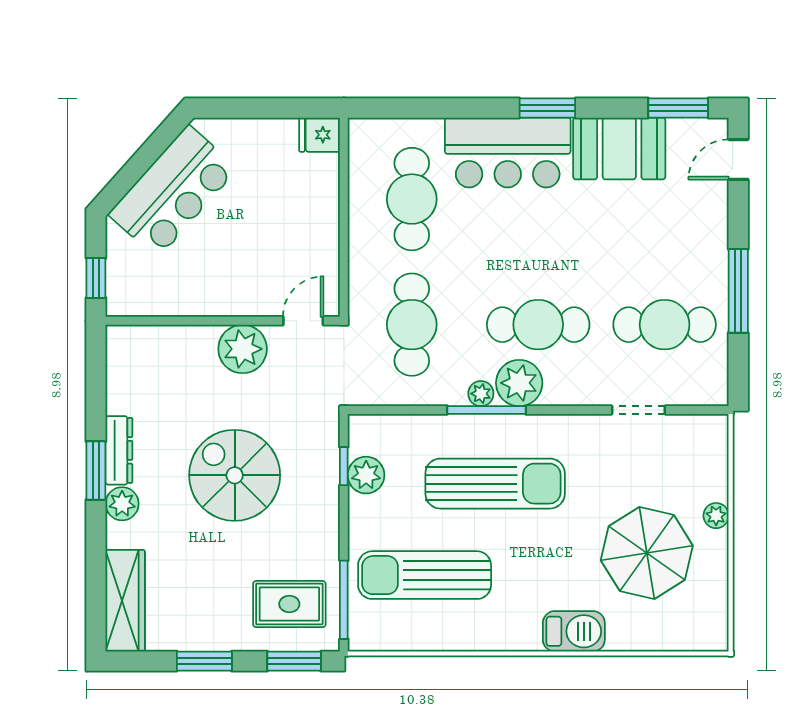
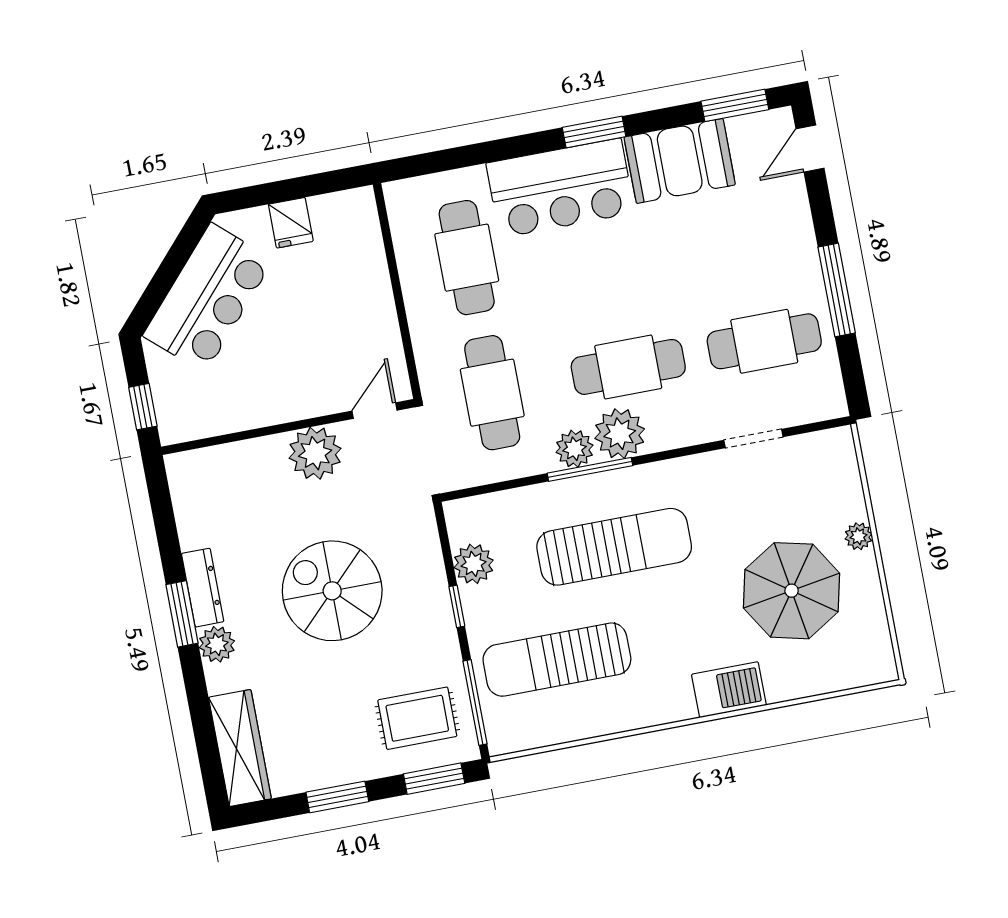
fridge: (320, 135) -> (291, 223), moved, turned -90
plant: (481, 394) -> (575, 449), width x1.38, depth x1.38
window: (344, 466) -> (457, 606), moved

